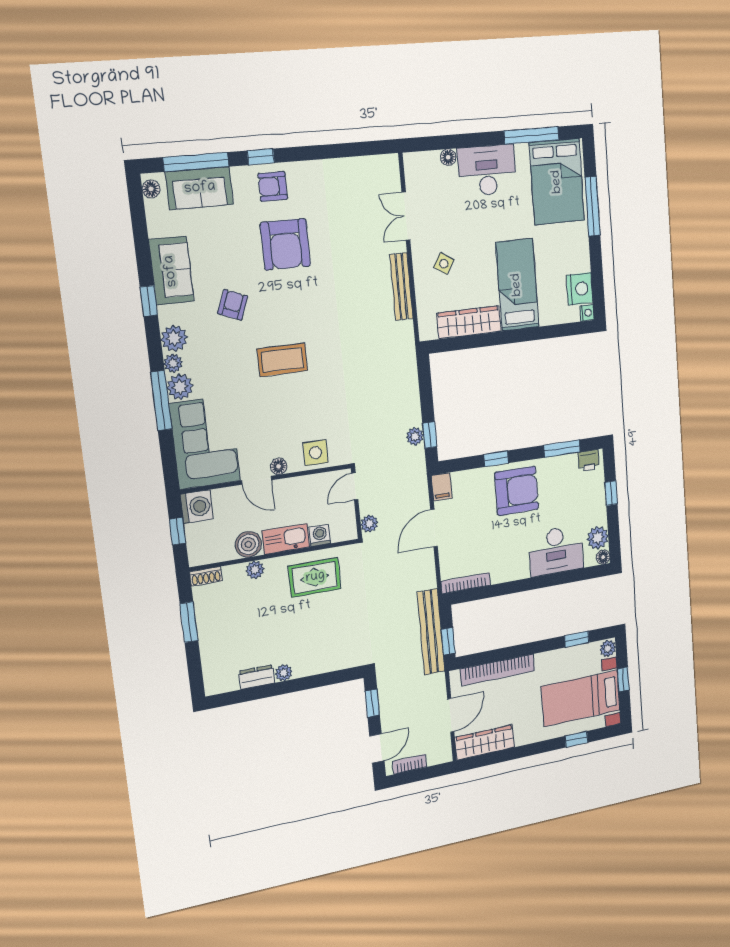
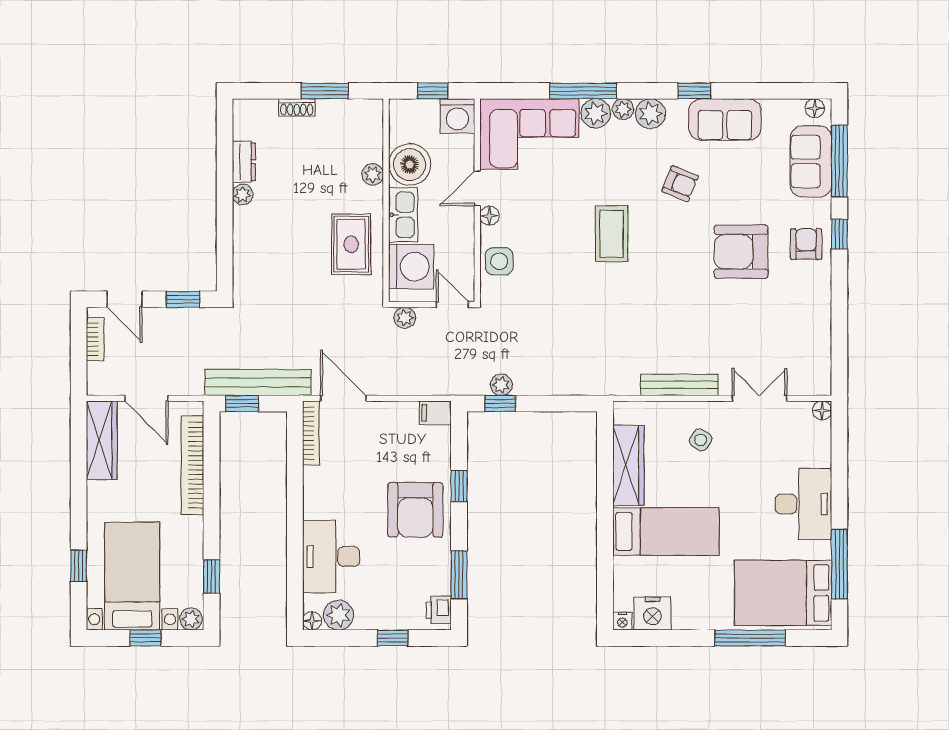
floor lamp: (448, 157) -> (822, 410), moved
door: (434, 528) -> (343, 398), moved
washing machine: (320, 535) -> (411, 267), width x1.89, depth x1.89
boiler: (248, 544) -> (410, 165), width x1.37, depth x1.37
shoe rack: (206, 576) -> (297, 107), moved, turned -90

